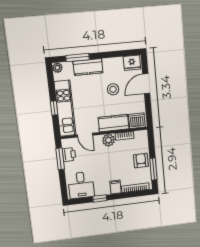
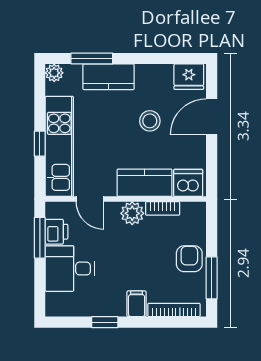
desk: (81, 185) -> (70, 269), moved, turned 90

